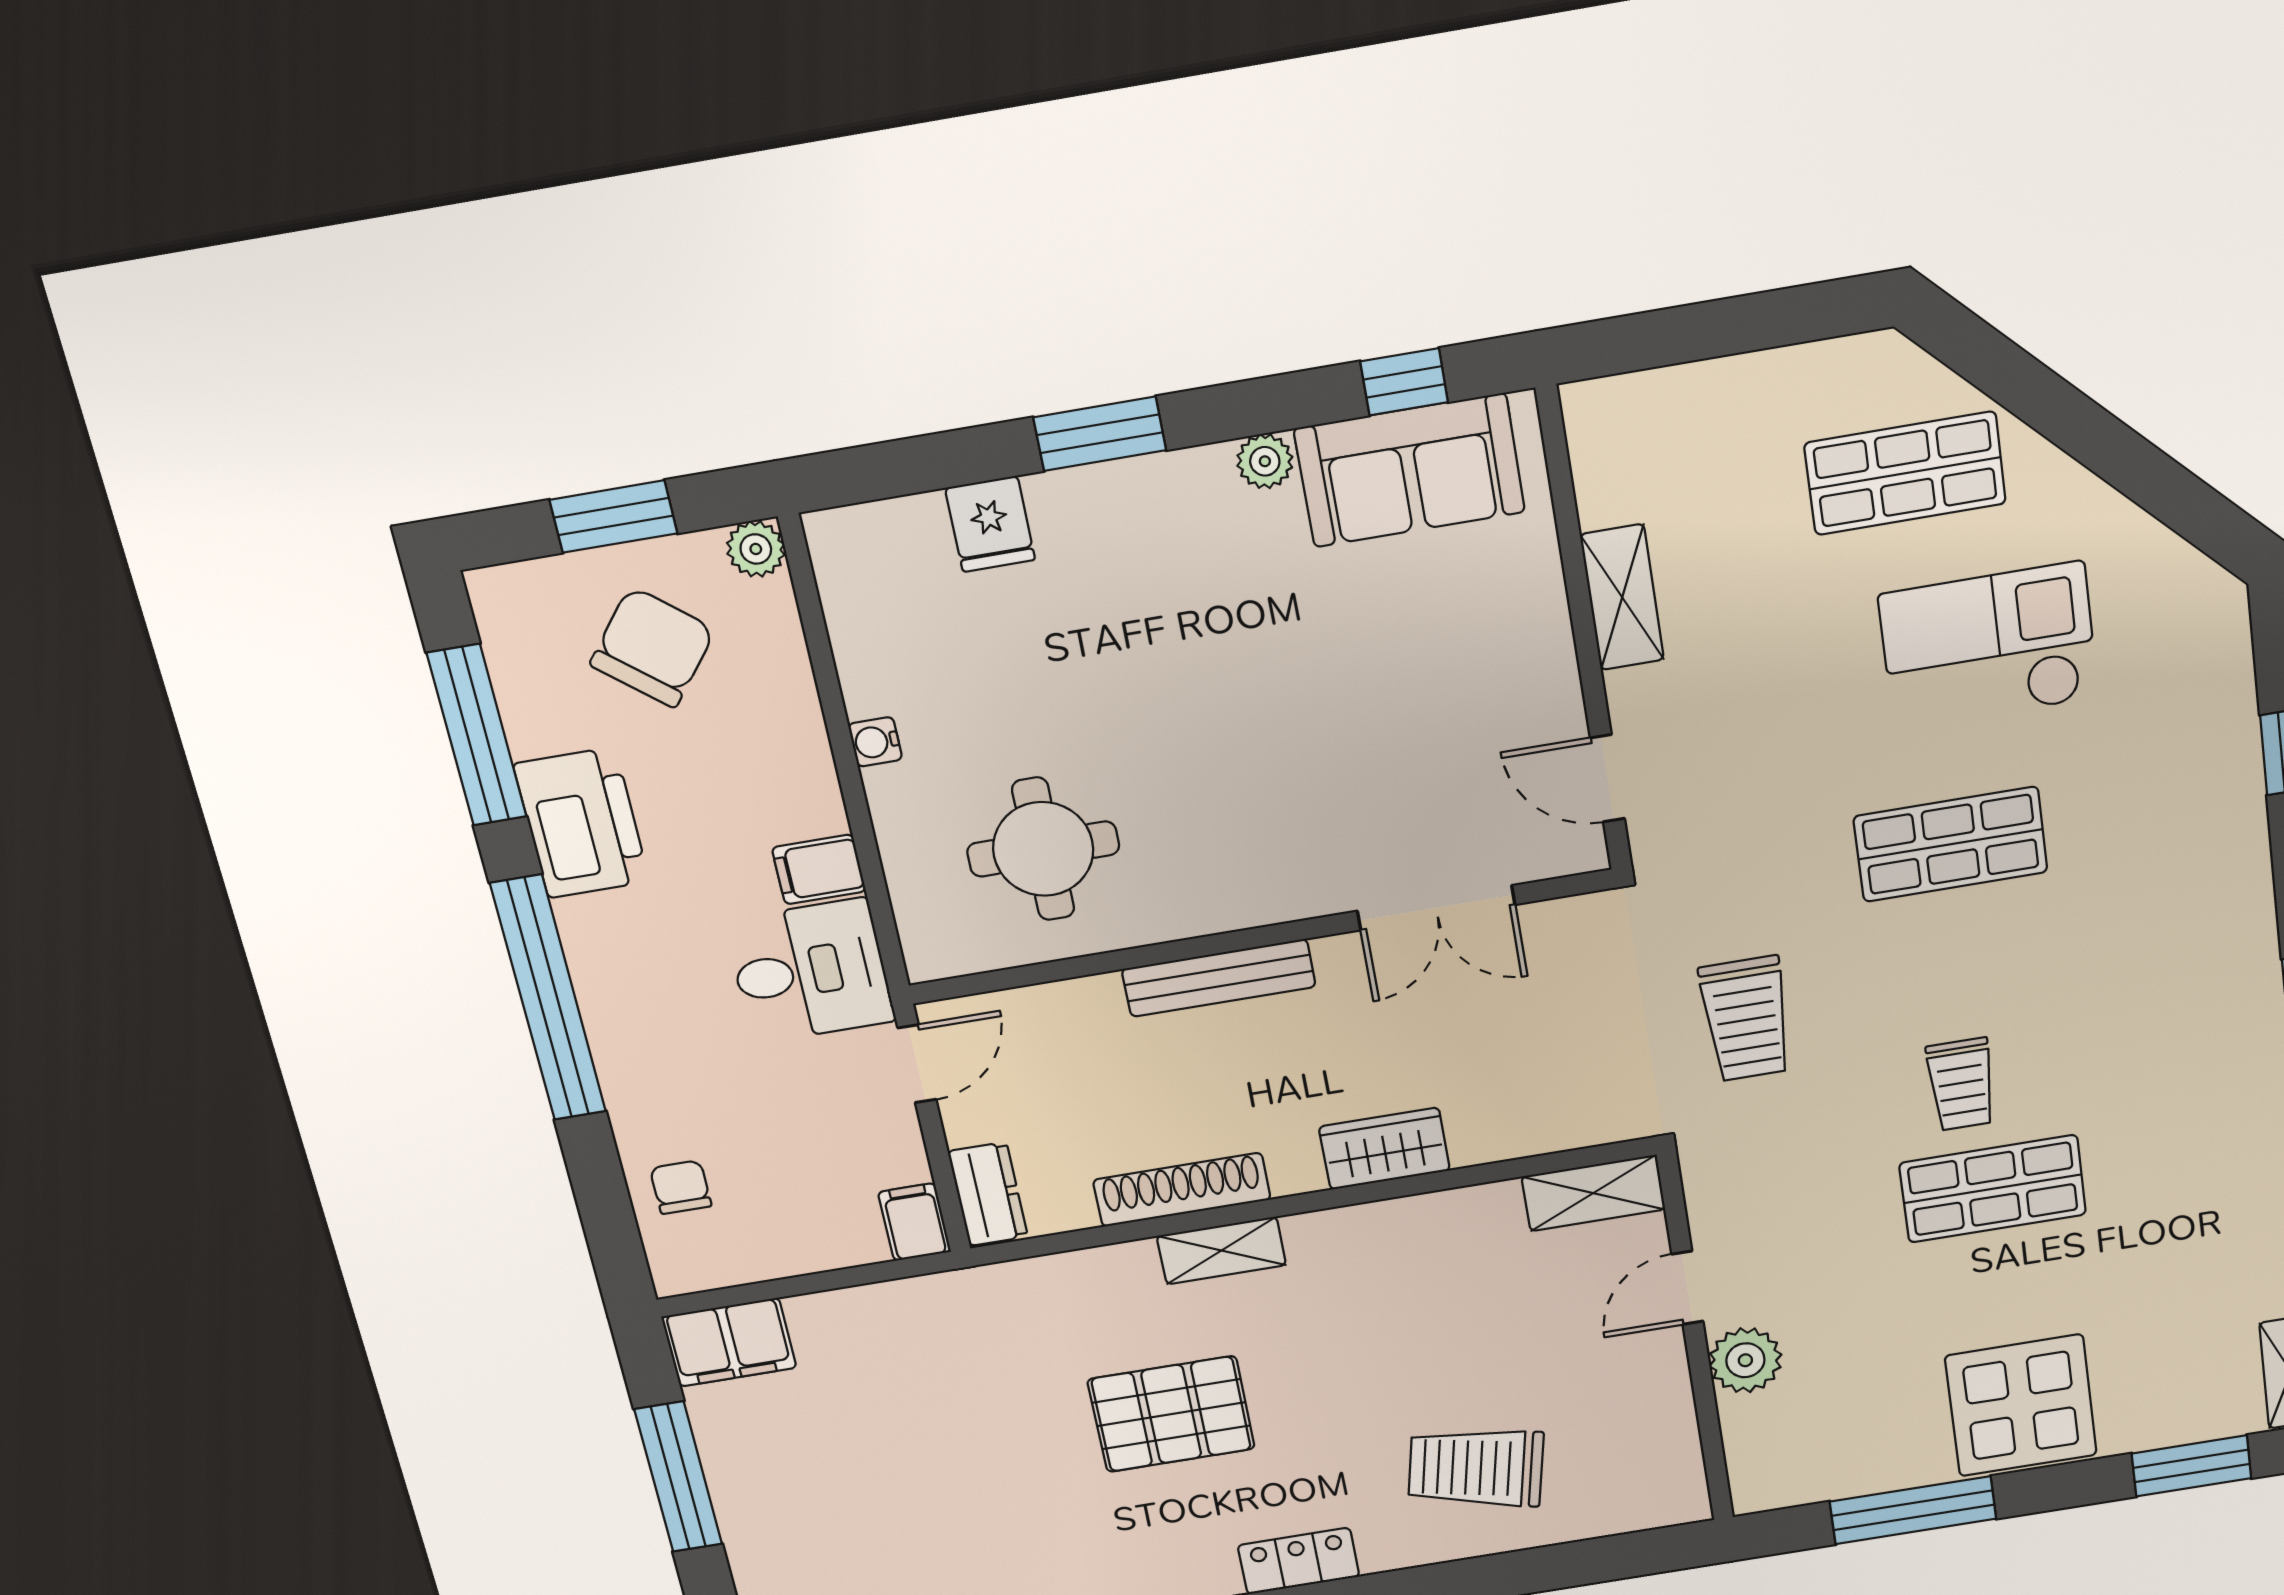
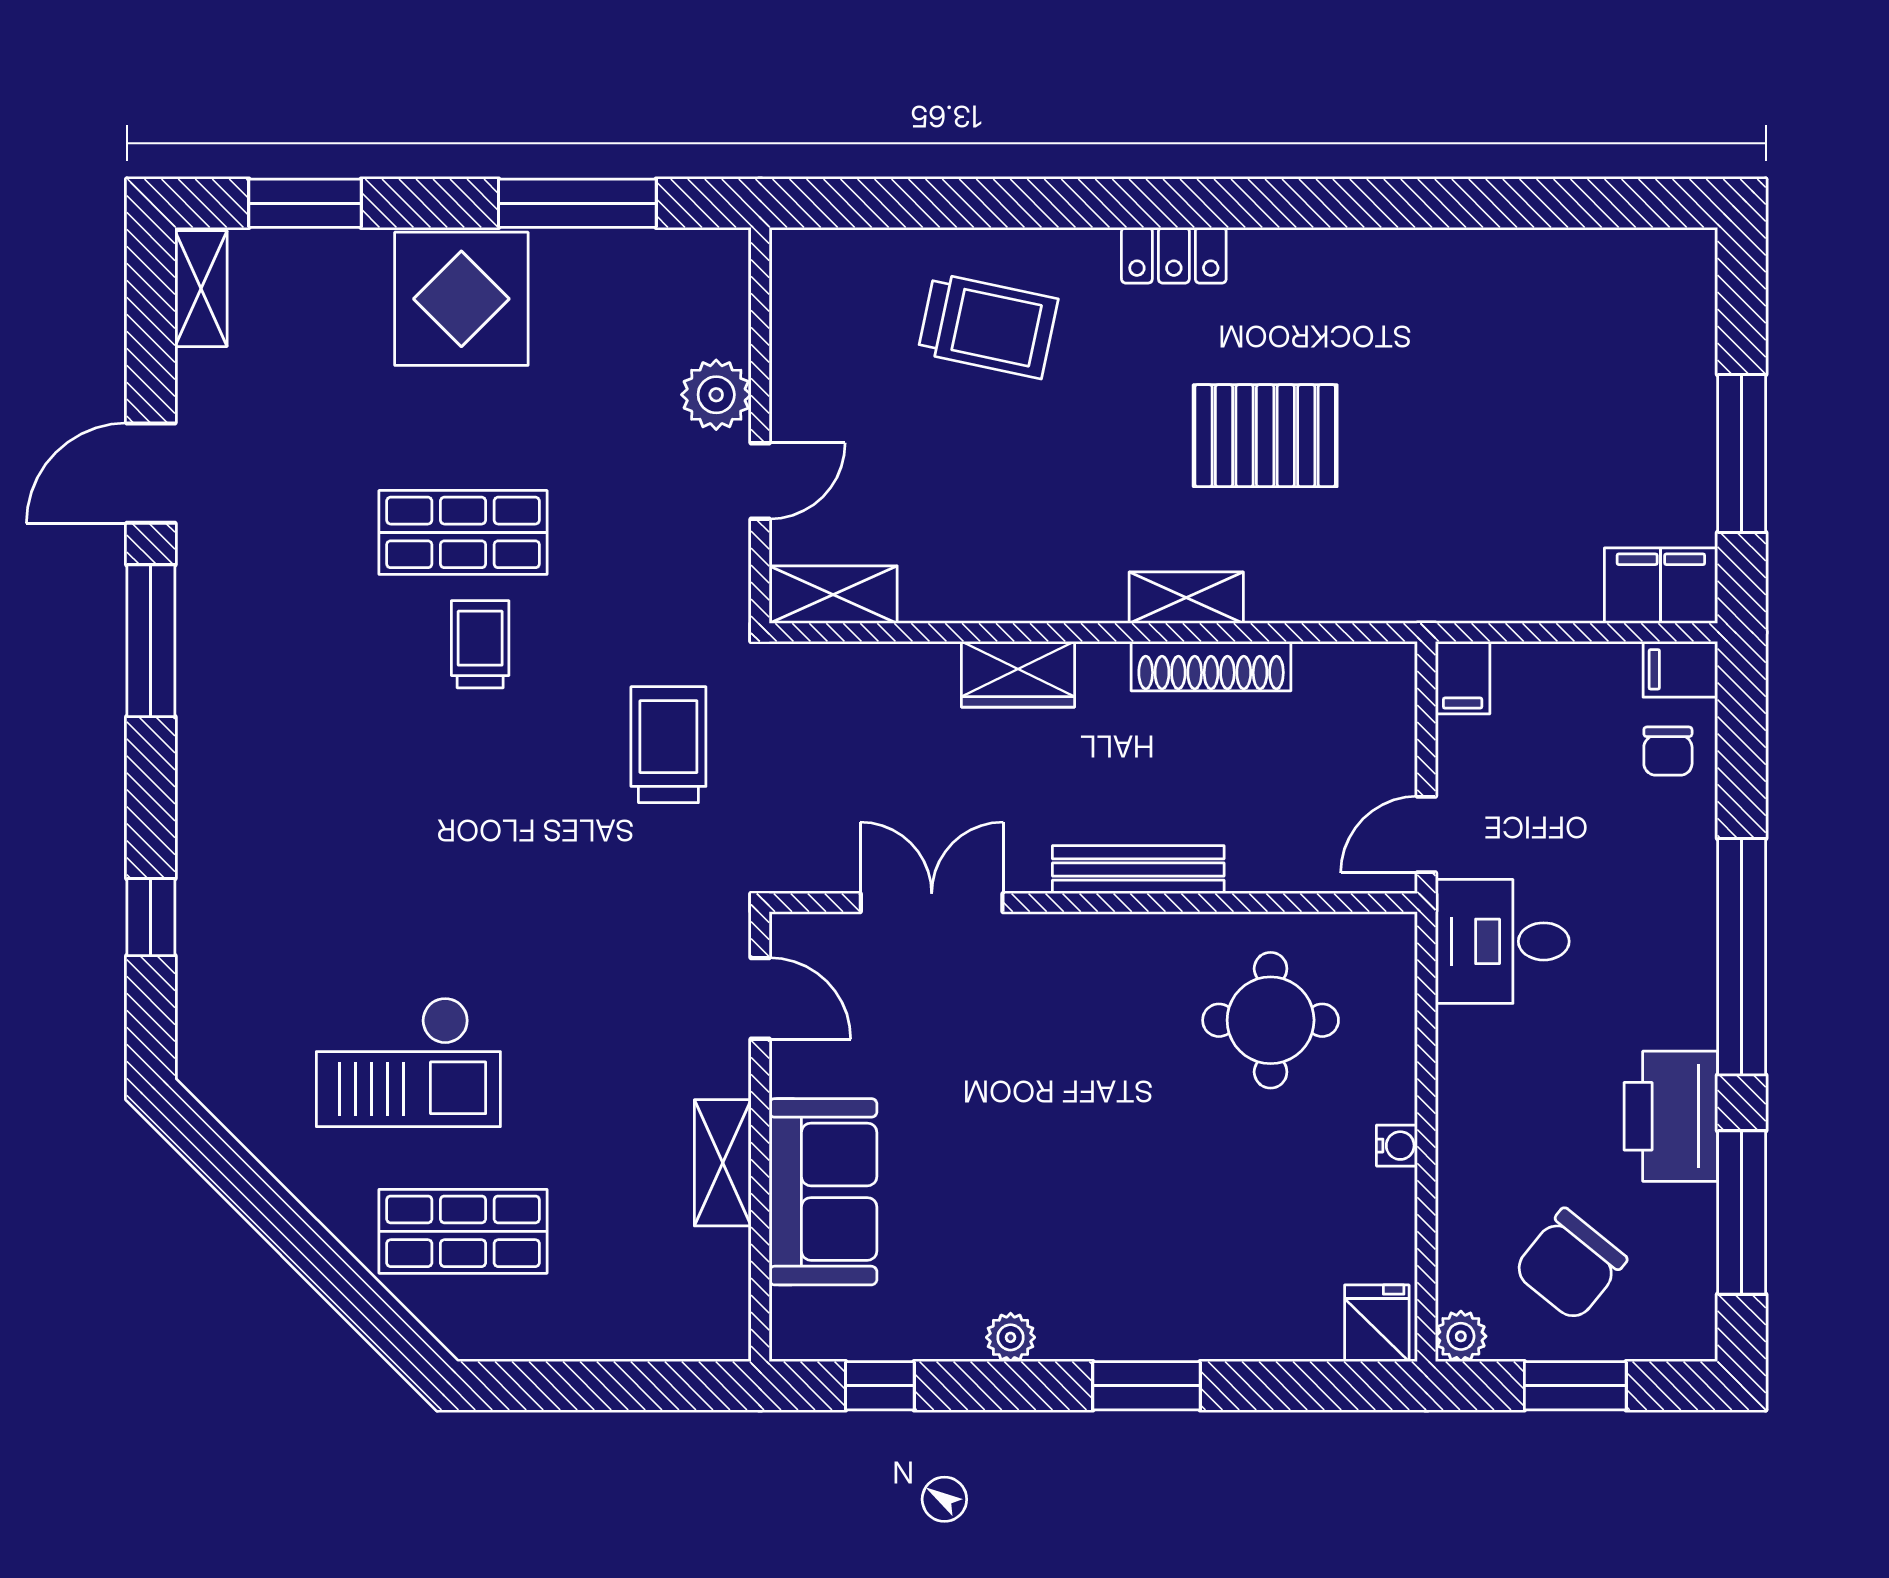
sofa: (1410, 470) -> (823, 1192), moved, turned 90
fridge: (990, 524) -> (1377, 1323), moved
shop shelf: (1951, 844) -> (463, 882), removed
filing cabinet: (819, 869) -> (1680, 669), moved, turned 180
dresser: (988, 1194) -> (1390, 694), removed

